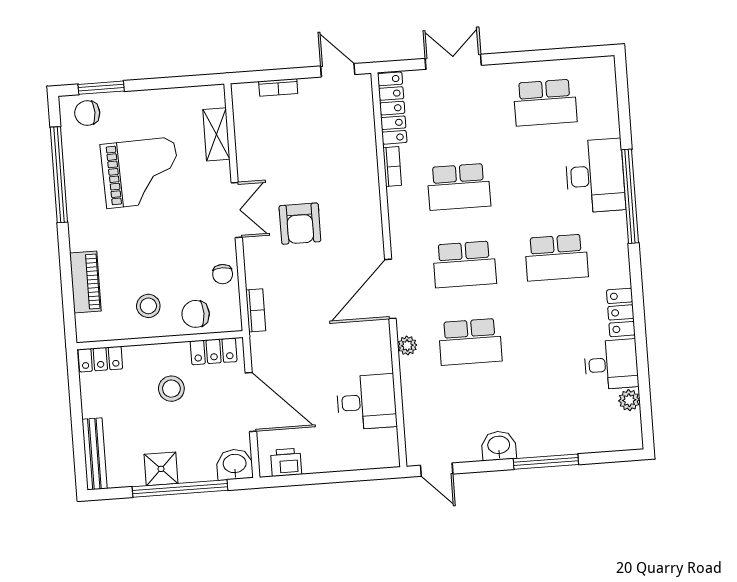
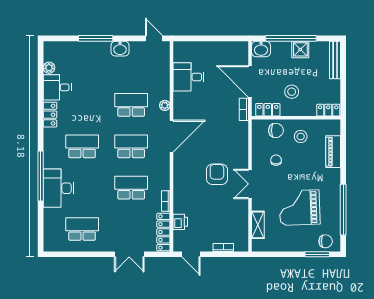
chair: (223, 274) -> (276, 160), moved
bookcase: (256, 310) -> (244, 109), moved
printer: (286, 462) -> (180, 222), moved, turned -90

